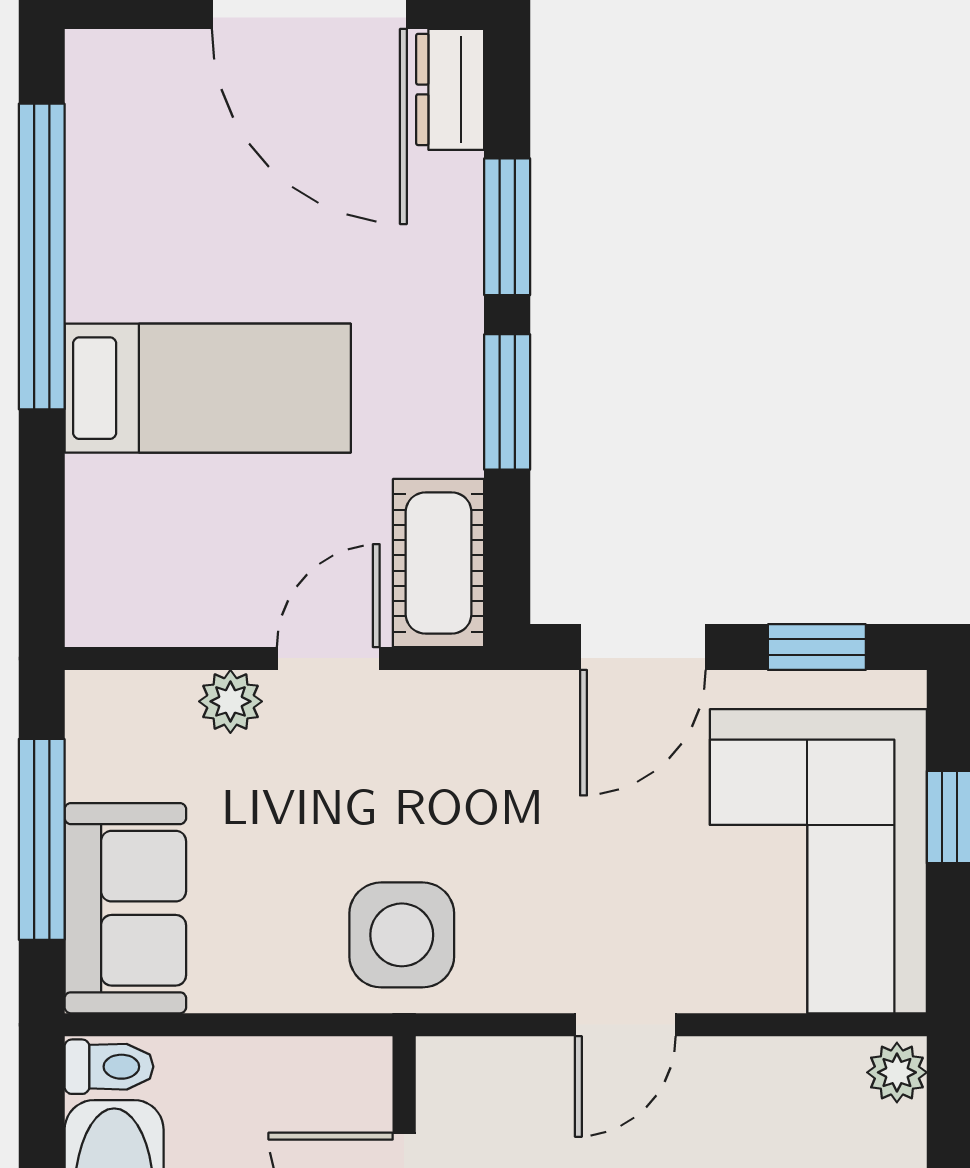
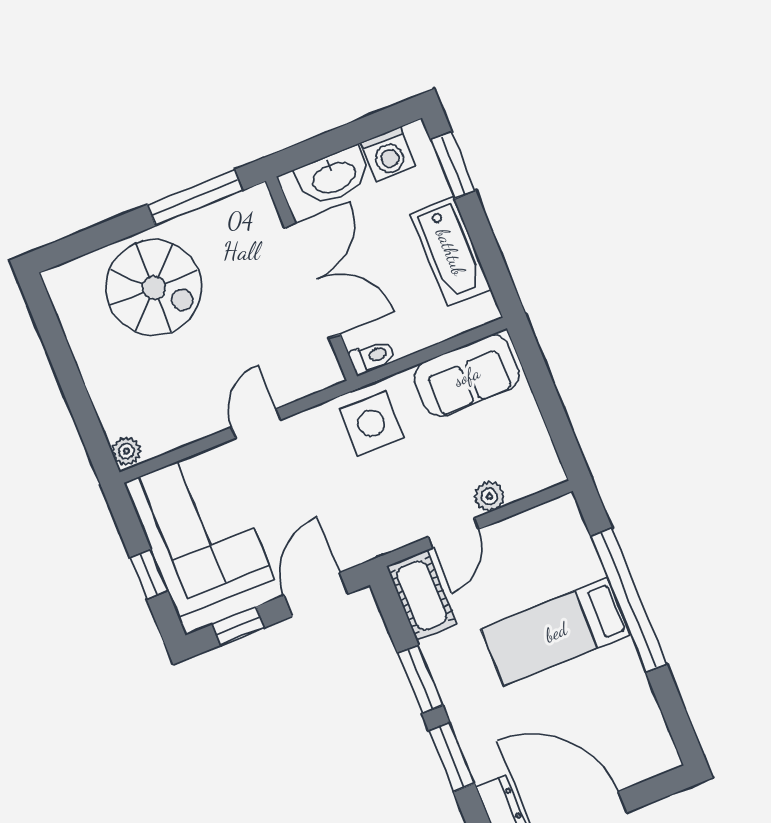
window: (42, 256) -> (629, 600), moved
window: (42, 839) -> (548, 401), removed
sofa: (125, 908) -> (467, 376), moved, turned -90
toilet: (109, 1067) -> (372, 357), moved, turned 180

